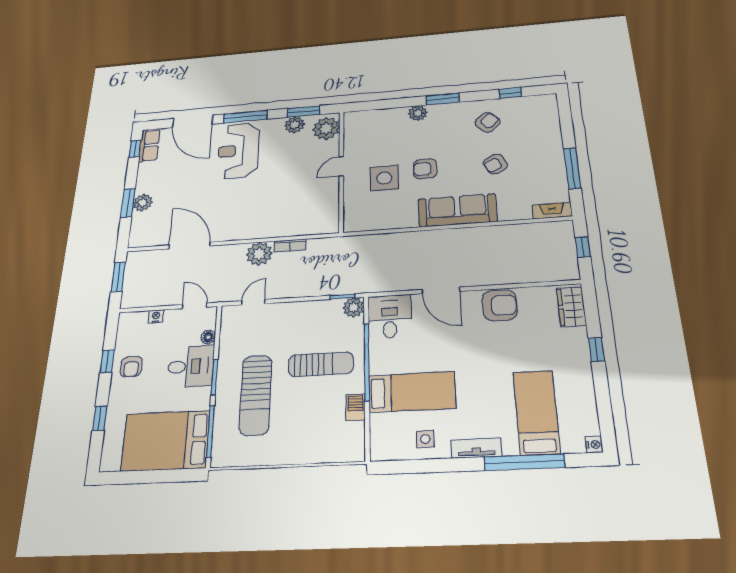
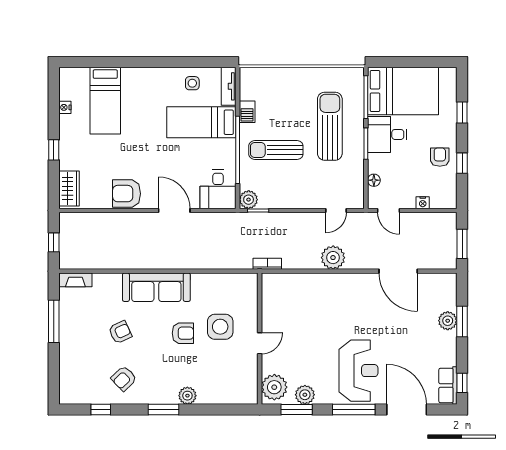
bookcase: (290, 246) -> (267, 264), moved
desk: (191, 366) -> (387, 134), moved
nightstand: (594, 445) -> (65, 107), moved
tv unit: (476, 448) -> (229, 86), moved, turned 90
window: (524, 462) -> (118, 62), removed

